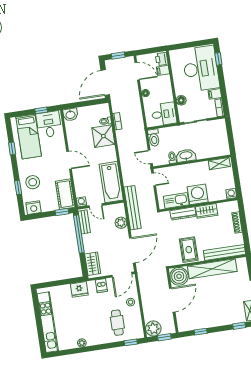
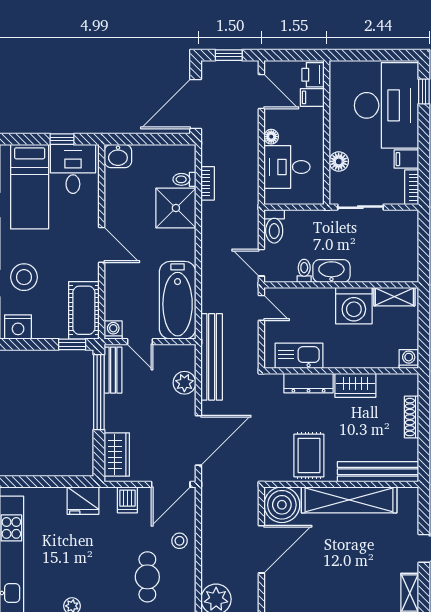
desk: (164, 114) -> (287, 167), moved, turned 180
washing machine: (198, 194) -> (354, 306), moved, turned 180

